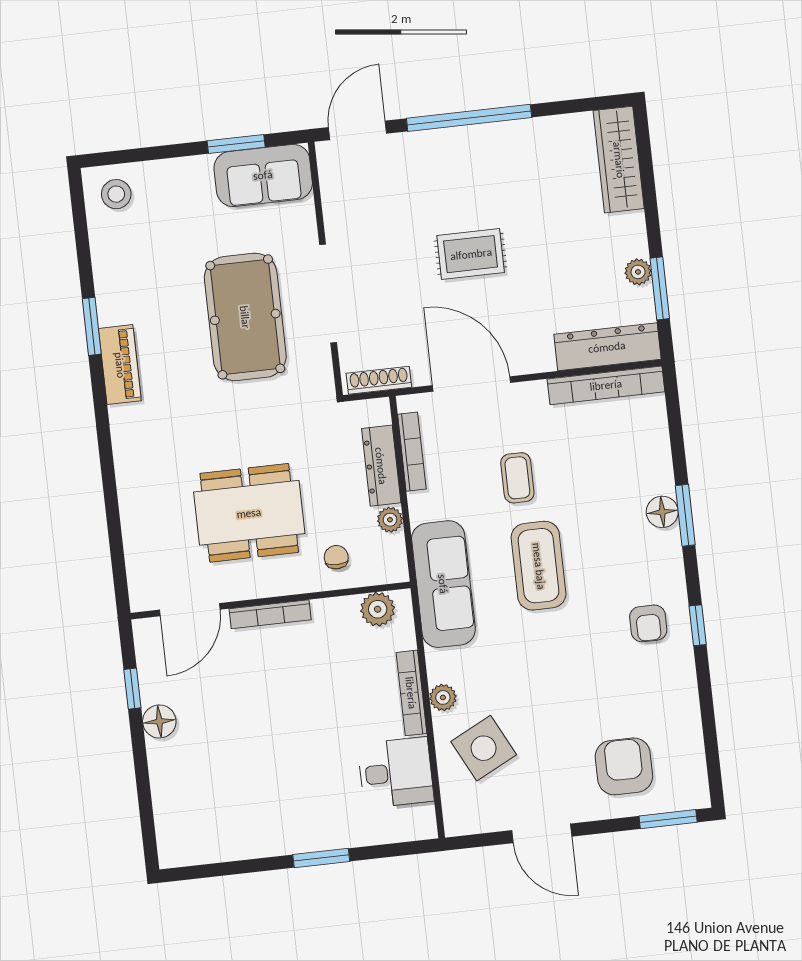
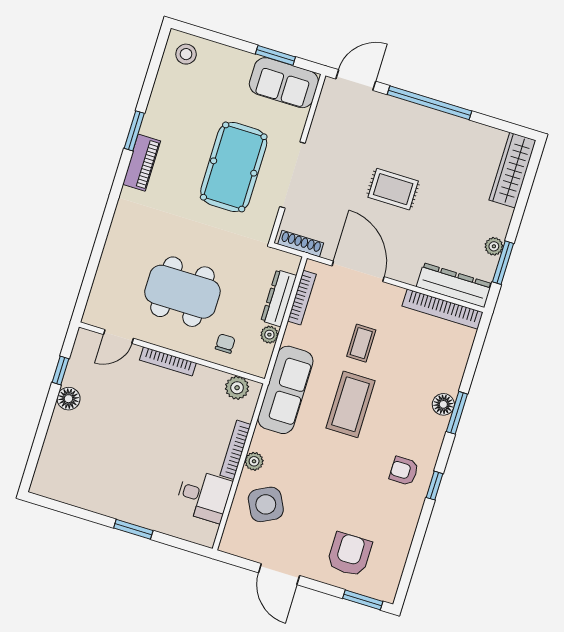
door: (190, 610) -> (118, 336), width x0.73
armchair: (648, 623) -> (404, 471), turned 90

